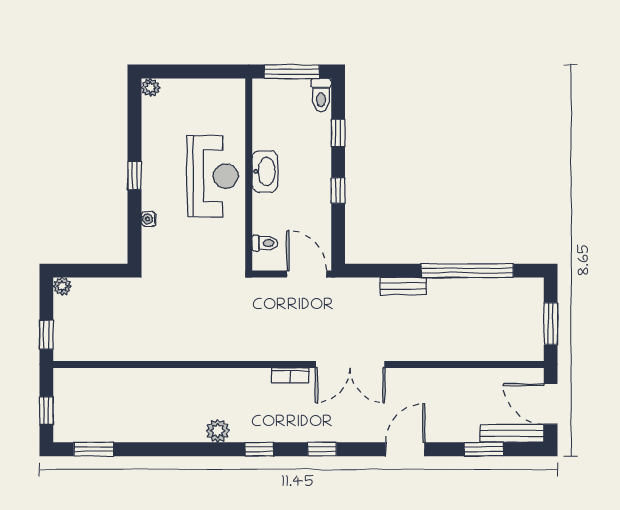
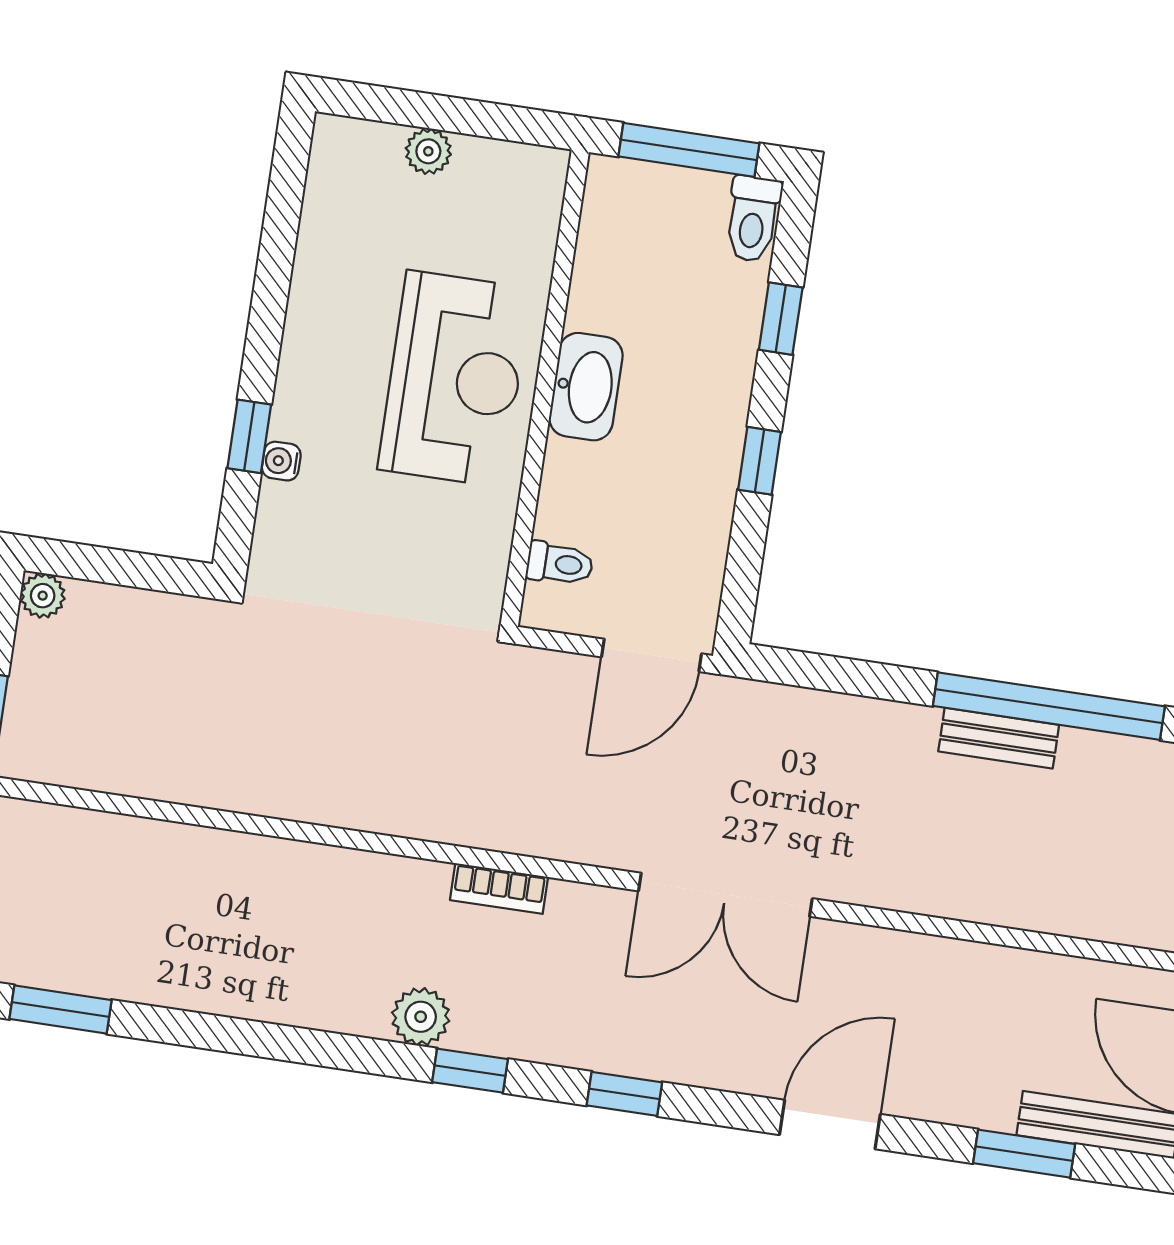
plant: (150, 88) -> (428, 151), moved
window: (134, 176) -> (249, 436), moved
door: (307, 274) -> (652, 655), swing flipped
bench: (403, 286) -> (999, 738), moved
bookcase: (290, 375) -> (499, 888), moved
plant: (218, 431) -> (421, 1017), moved

